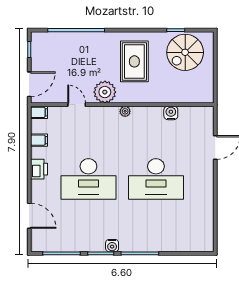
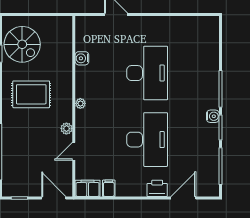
plant: (105, 92) -> (66, 129), width x0.53, depth x0.53
filing cabinet: (39, 112) -> (88, 188), width x2.00
printer: (39, 169) -> (157, 188), moved

